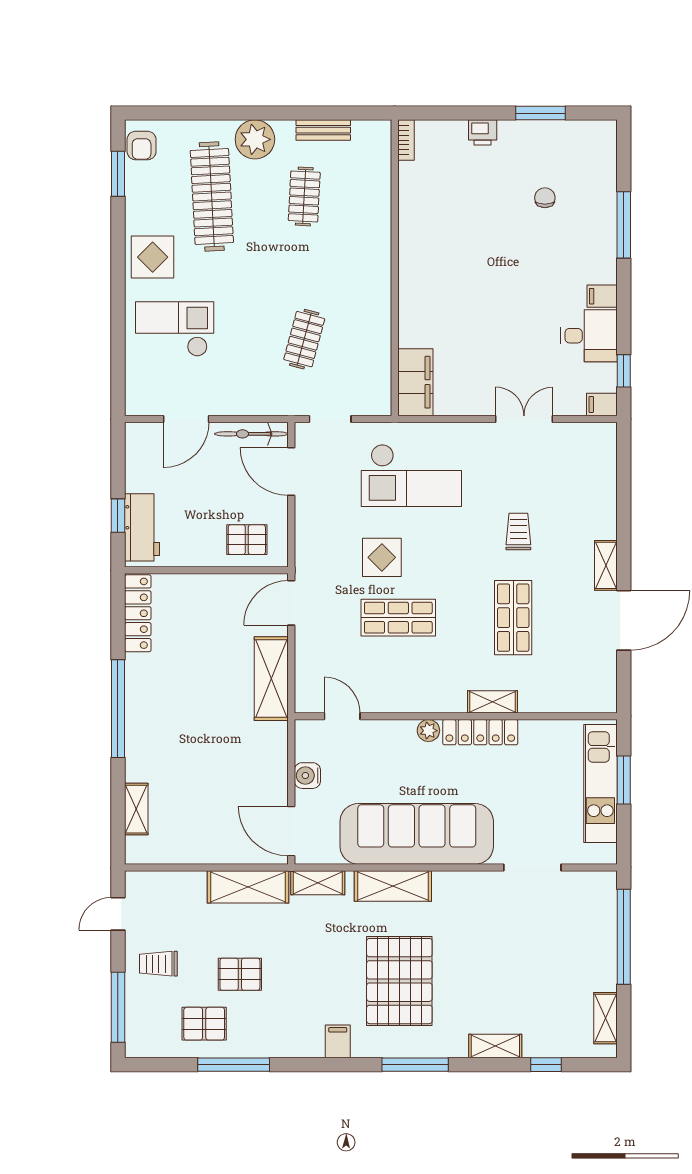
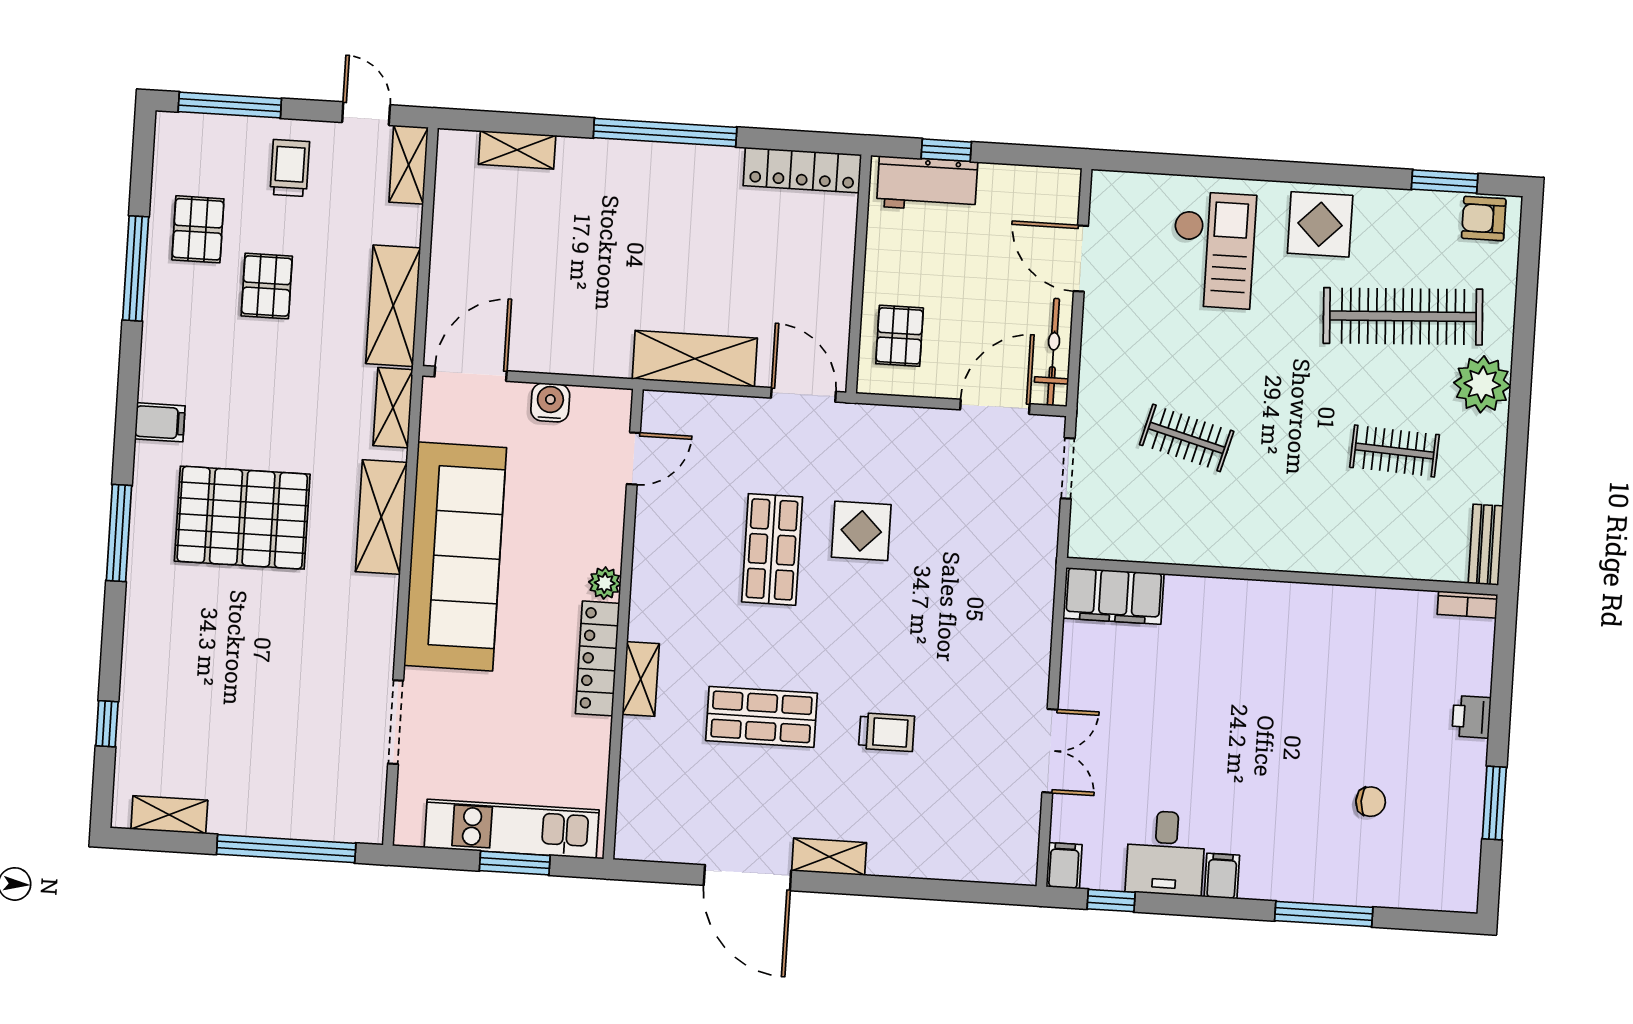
bench: (323, 130) -> (1486, 545), moved
checkout: (411, 475) -> (978, 582), removed
shelving: (495, 1046) -> (409, 165), moved

